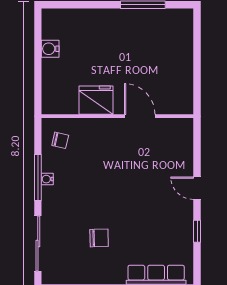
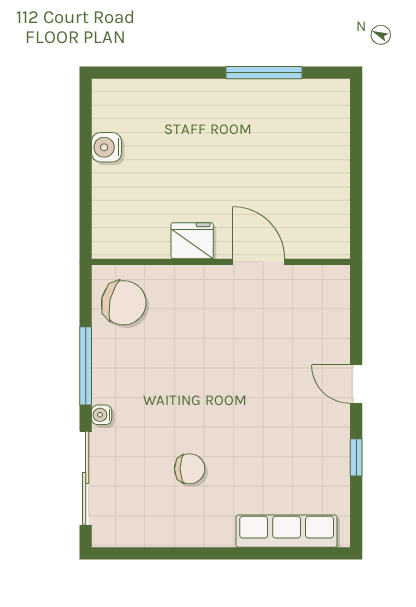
fridge: (96, 100) -> (192, 241), width x0.73, depth x0.75
chair: (60, 140) -> (124, 303), width x1.87, depth x1.87
water cooler: (47, 179) -> (102, 415), moved

